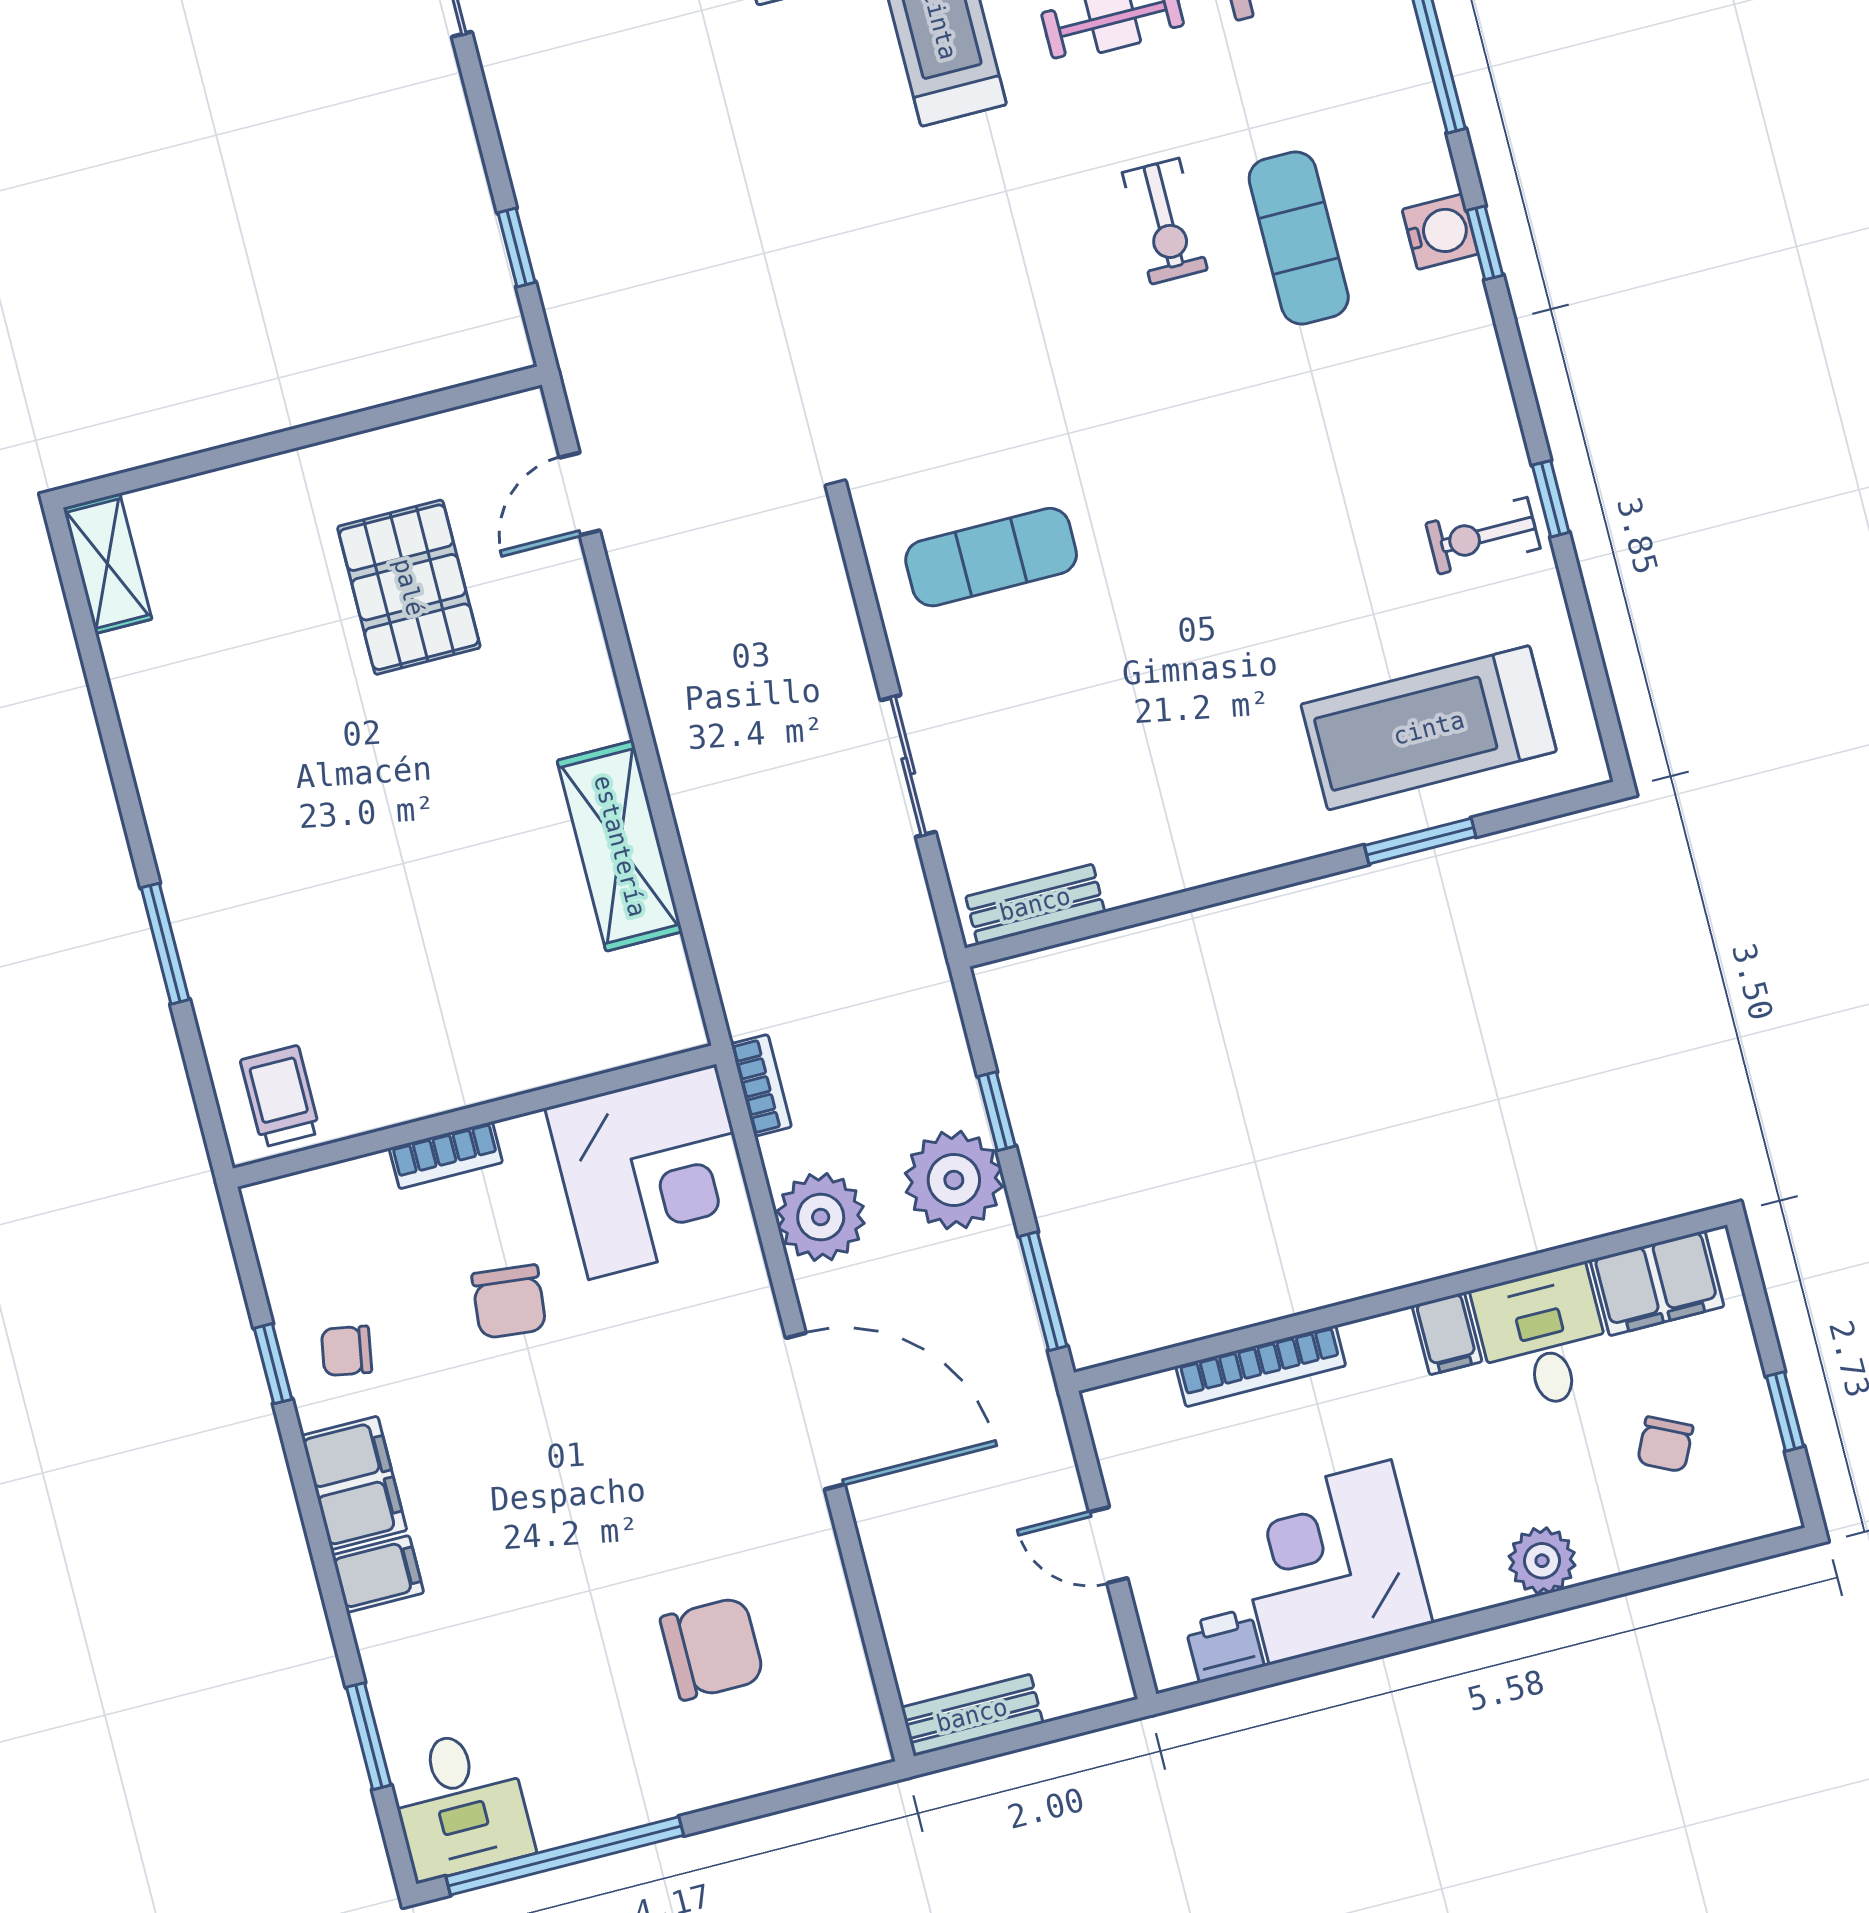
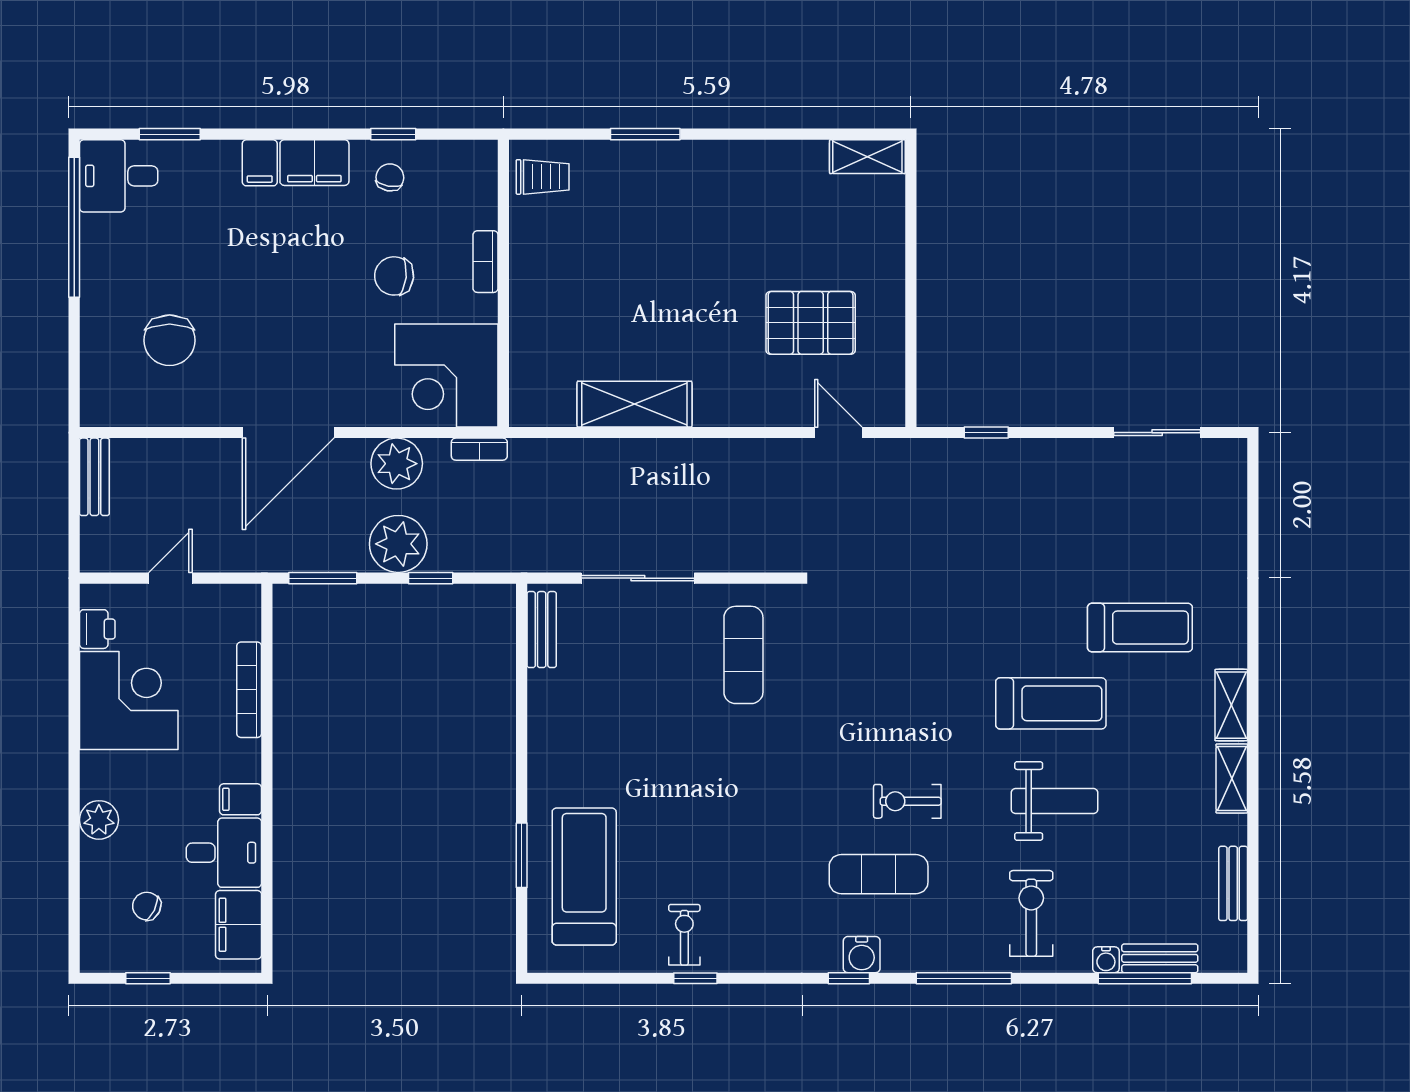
sliding door: (908, 766) -> (638, 578), width x1.37

